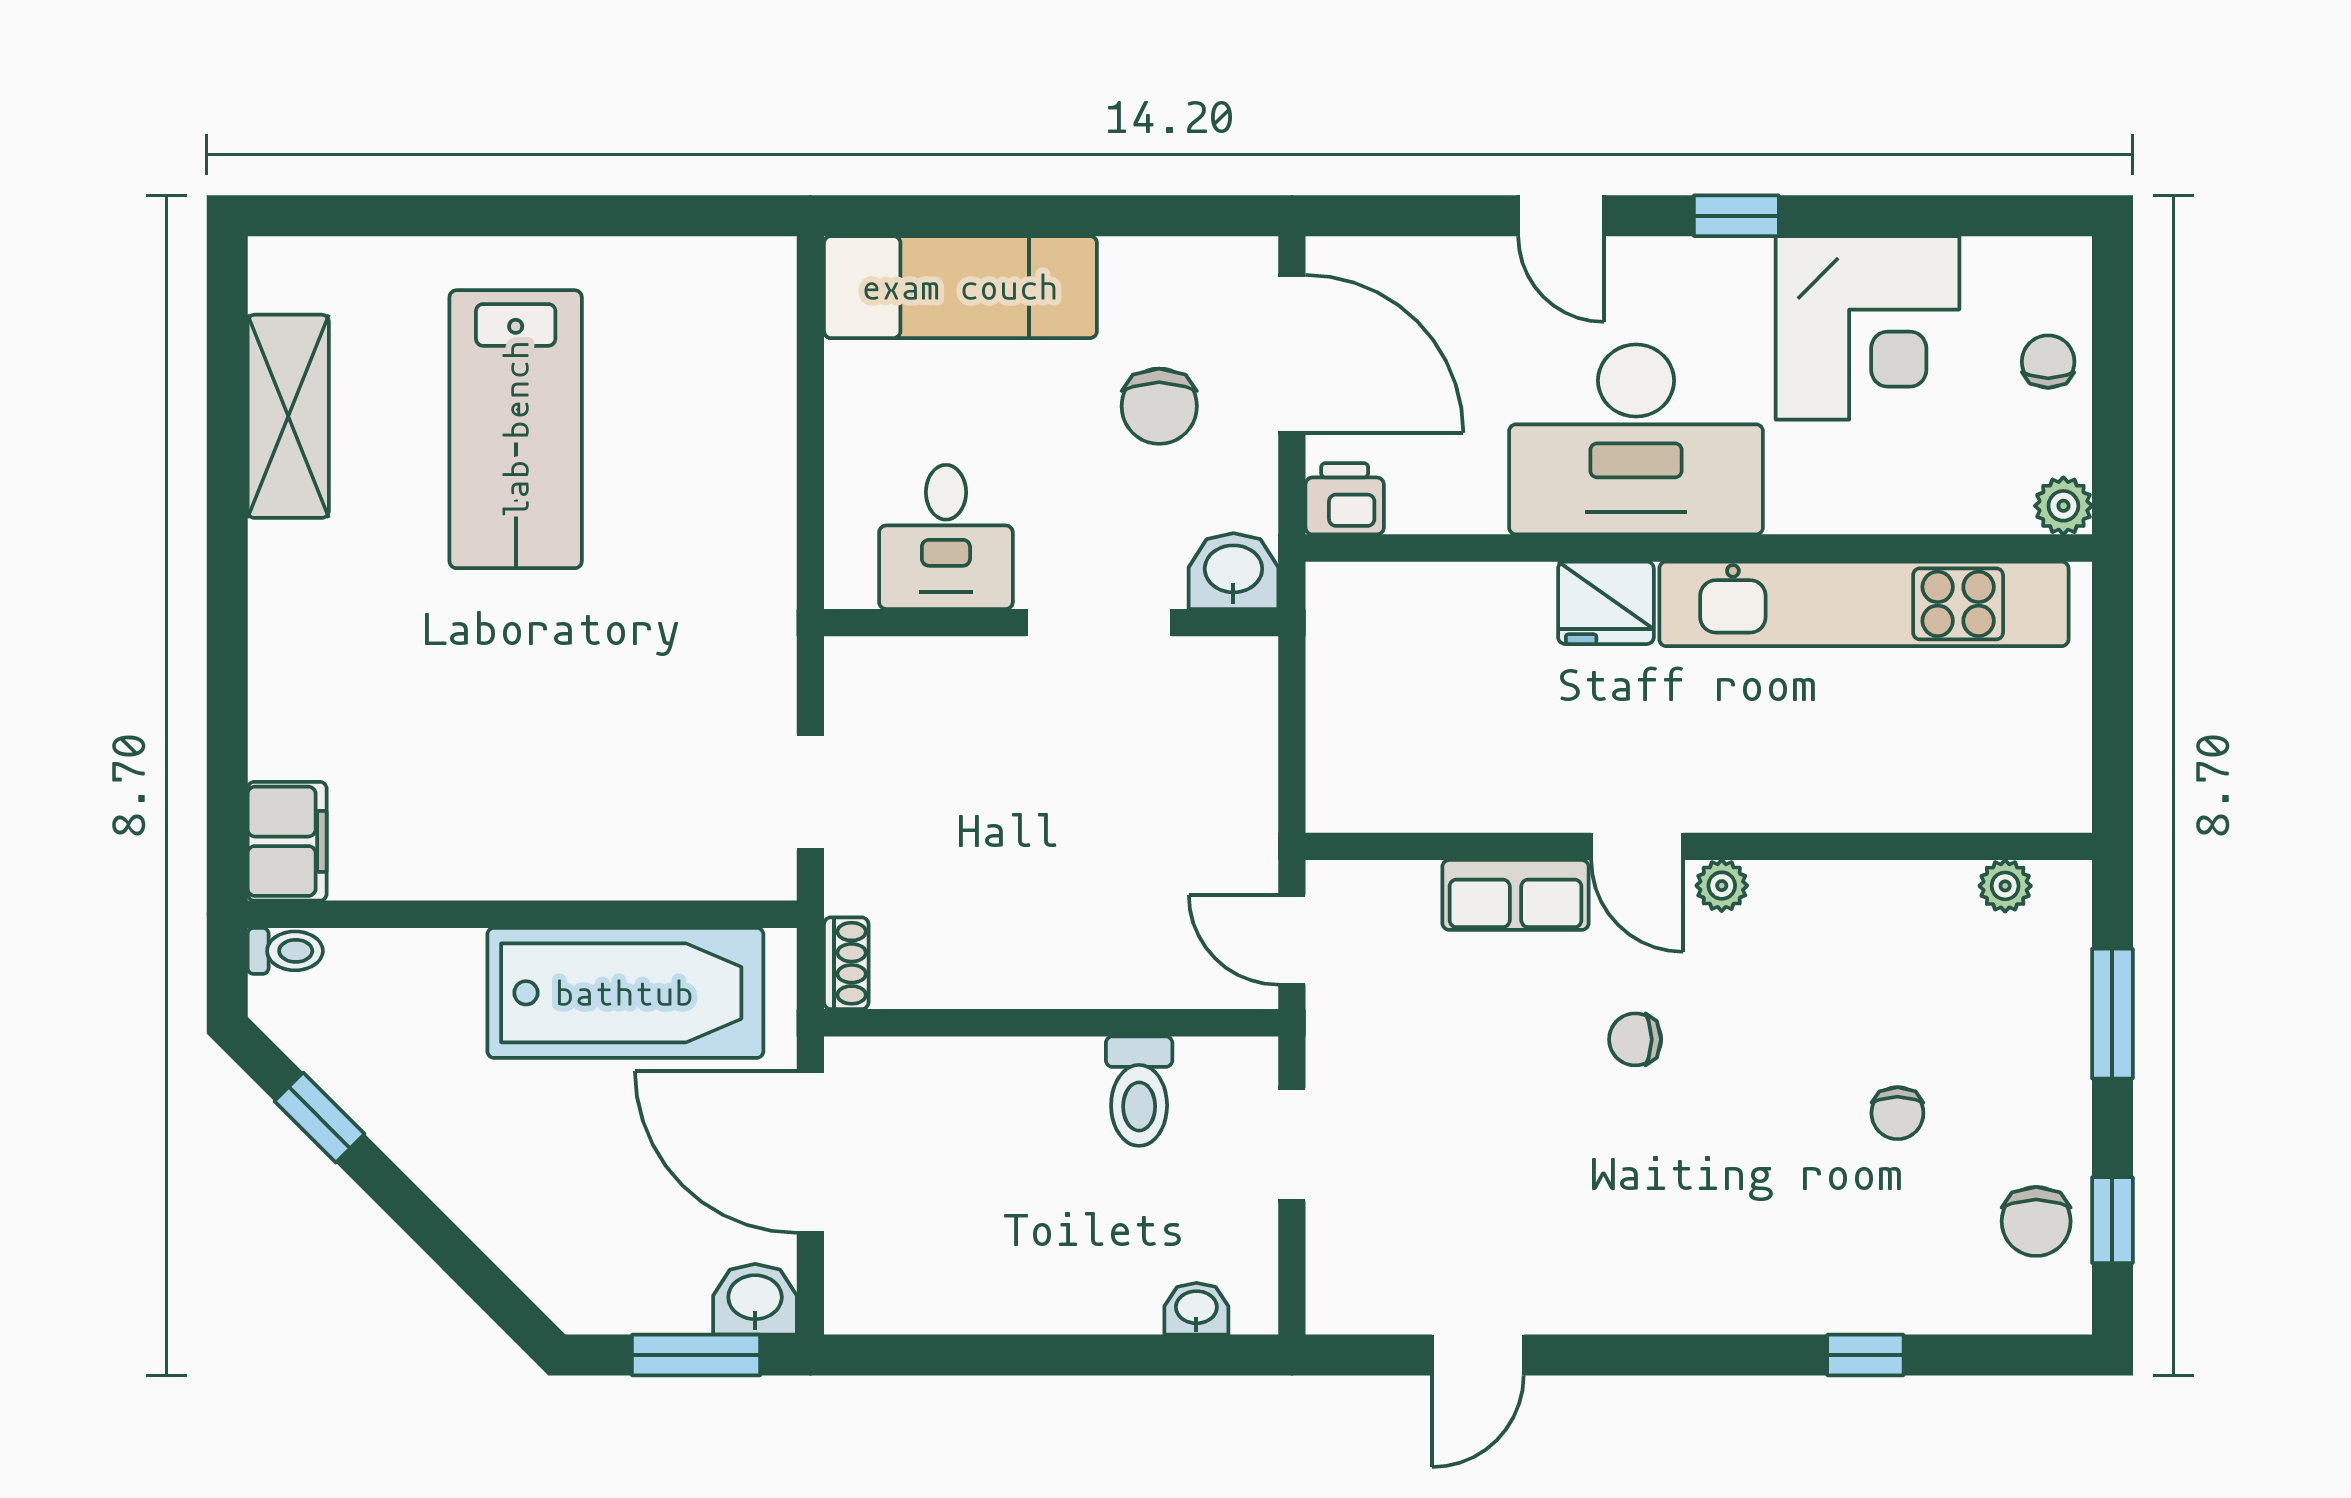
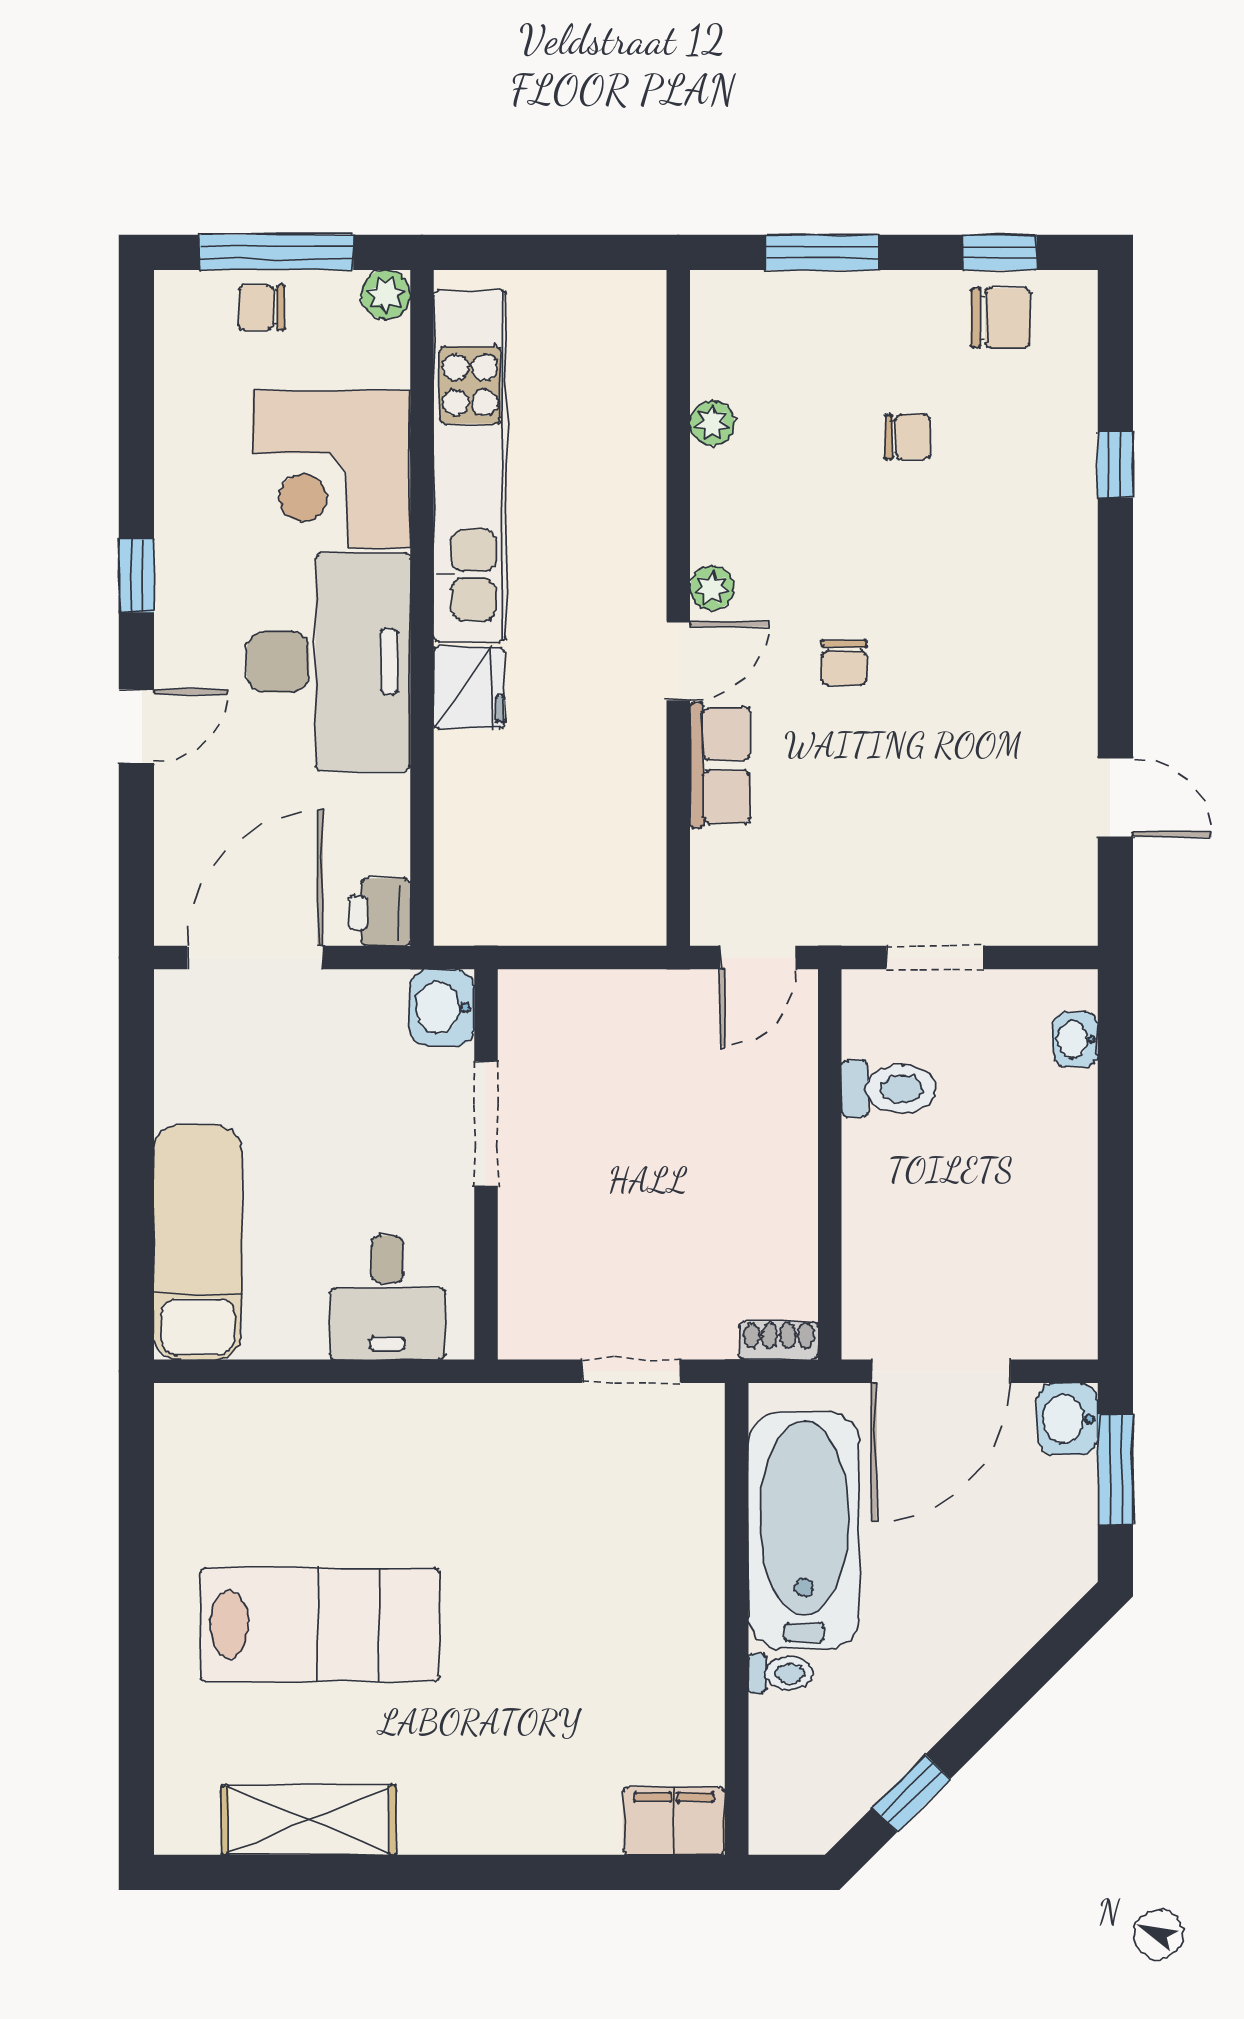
corner desk: (1868, 328) -> (331, 469), moved, turned 180
window: (2112, 379) -> (276, 252), added
chair: (1159, 406) -> (300, 1072), removed
desk: (946, 537) -> (387, 1298), moved, turned 90
plant: (2005, 886) -> (712, 423), moved
toilet: (285, 951) -> (781, 1673), moved, turned 90

